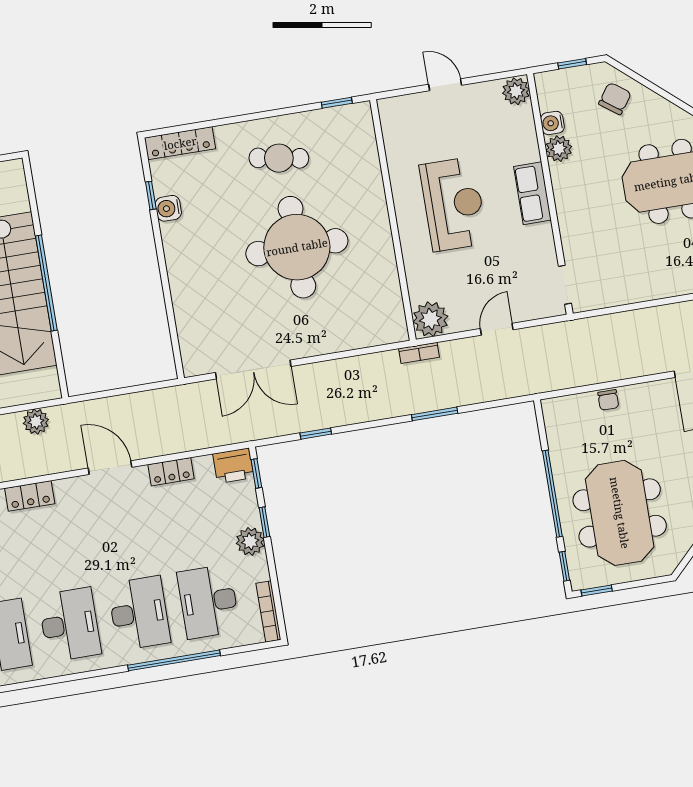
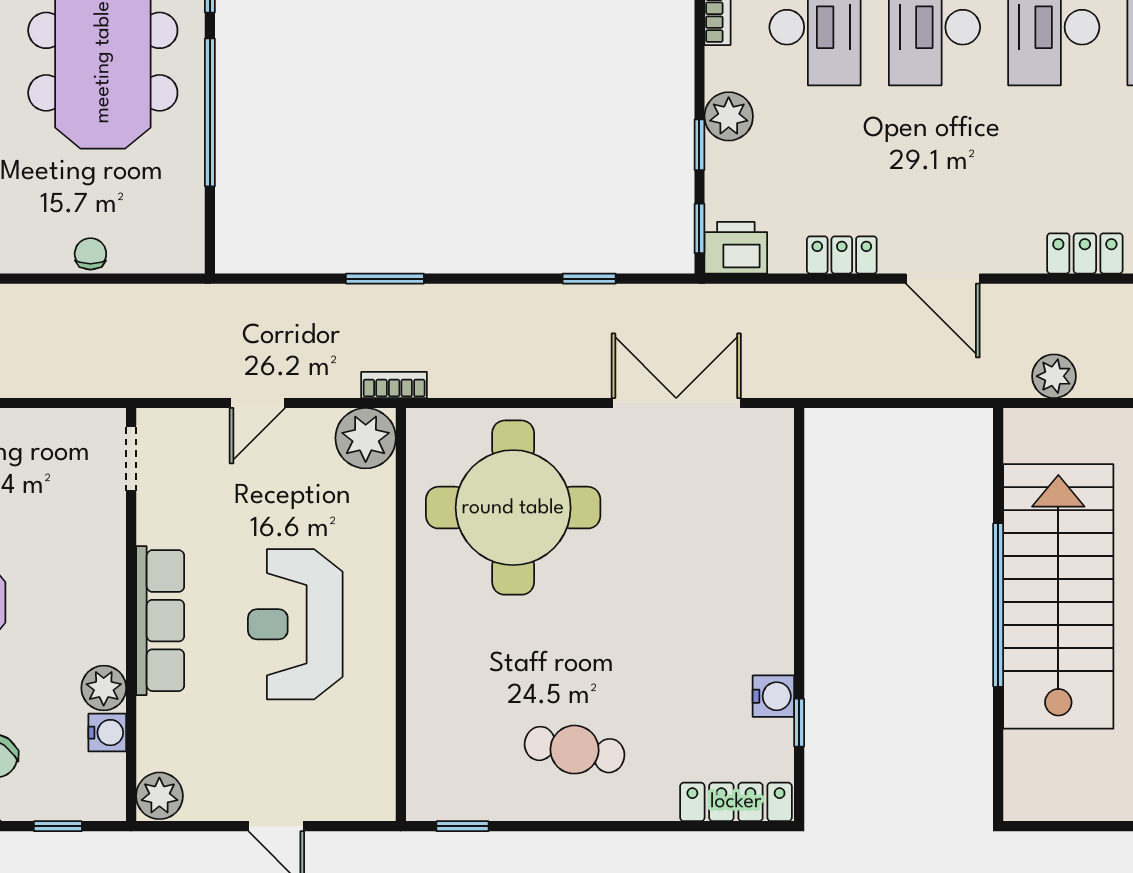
row of seats: (532, 193) -> (160, 621), width x1.48
round table: (297, 247) -> (513, 508), moved

